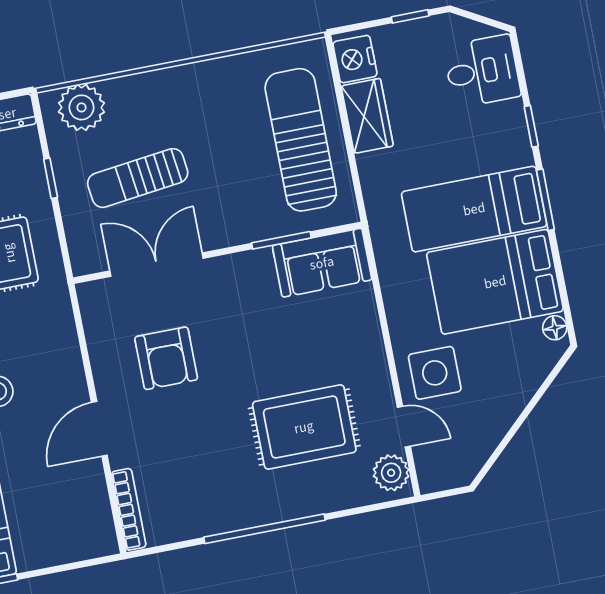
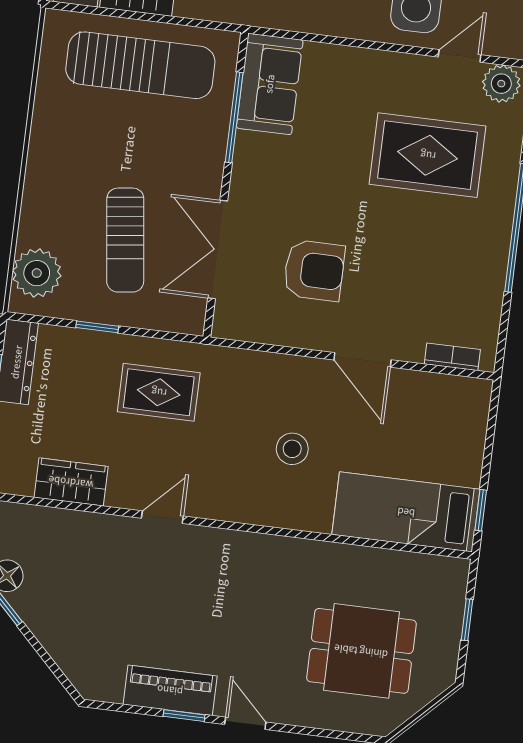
sun lounger: (301, 140) -> (140, 65), turned 180
window: (281, 240) -> (234, 117), width x1.44
rug: (304, 427) -> (428, 155), turned 90
bookcase: (129, 509) -> (452, 357), width x0.64

